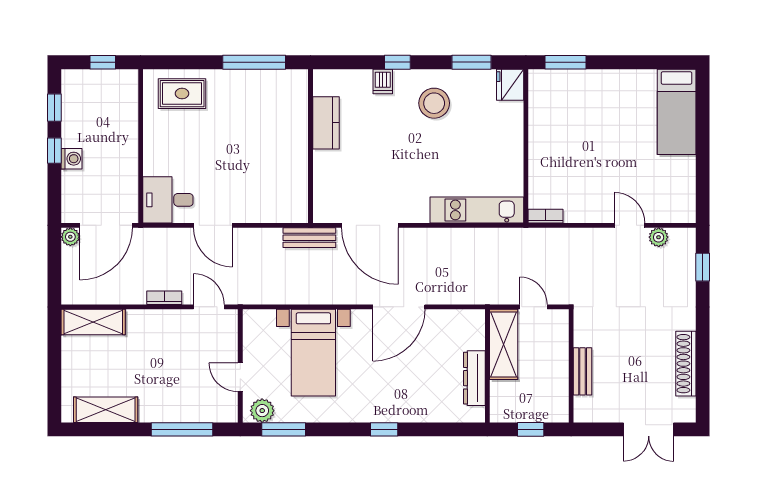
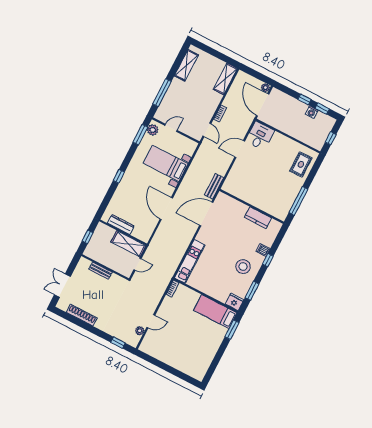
bed: (677, 112) -> (215, 312), moved
washing machine: (72, 159) -> (312, 112), moved
door: (209, 307) -> (207, 130), hinge flipped

